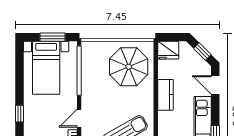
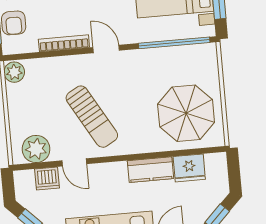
fridge: (168, 50) -> (189, 168), moved, turned -90

